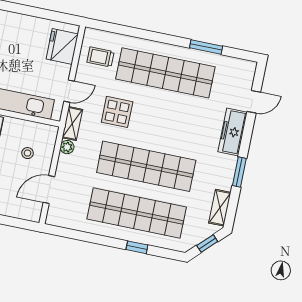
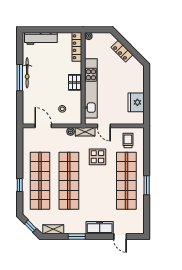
fridge: (62, 46) -> (136, 102), moved, turned -90
window: (206, 47) -> (147, 185), moved

